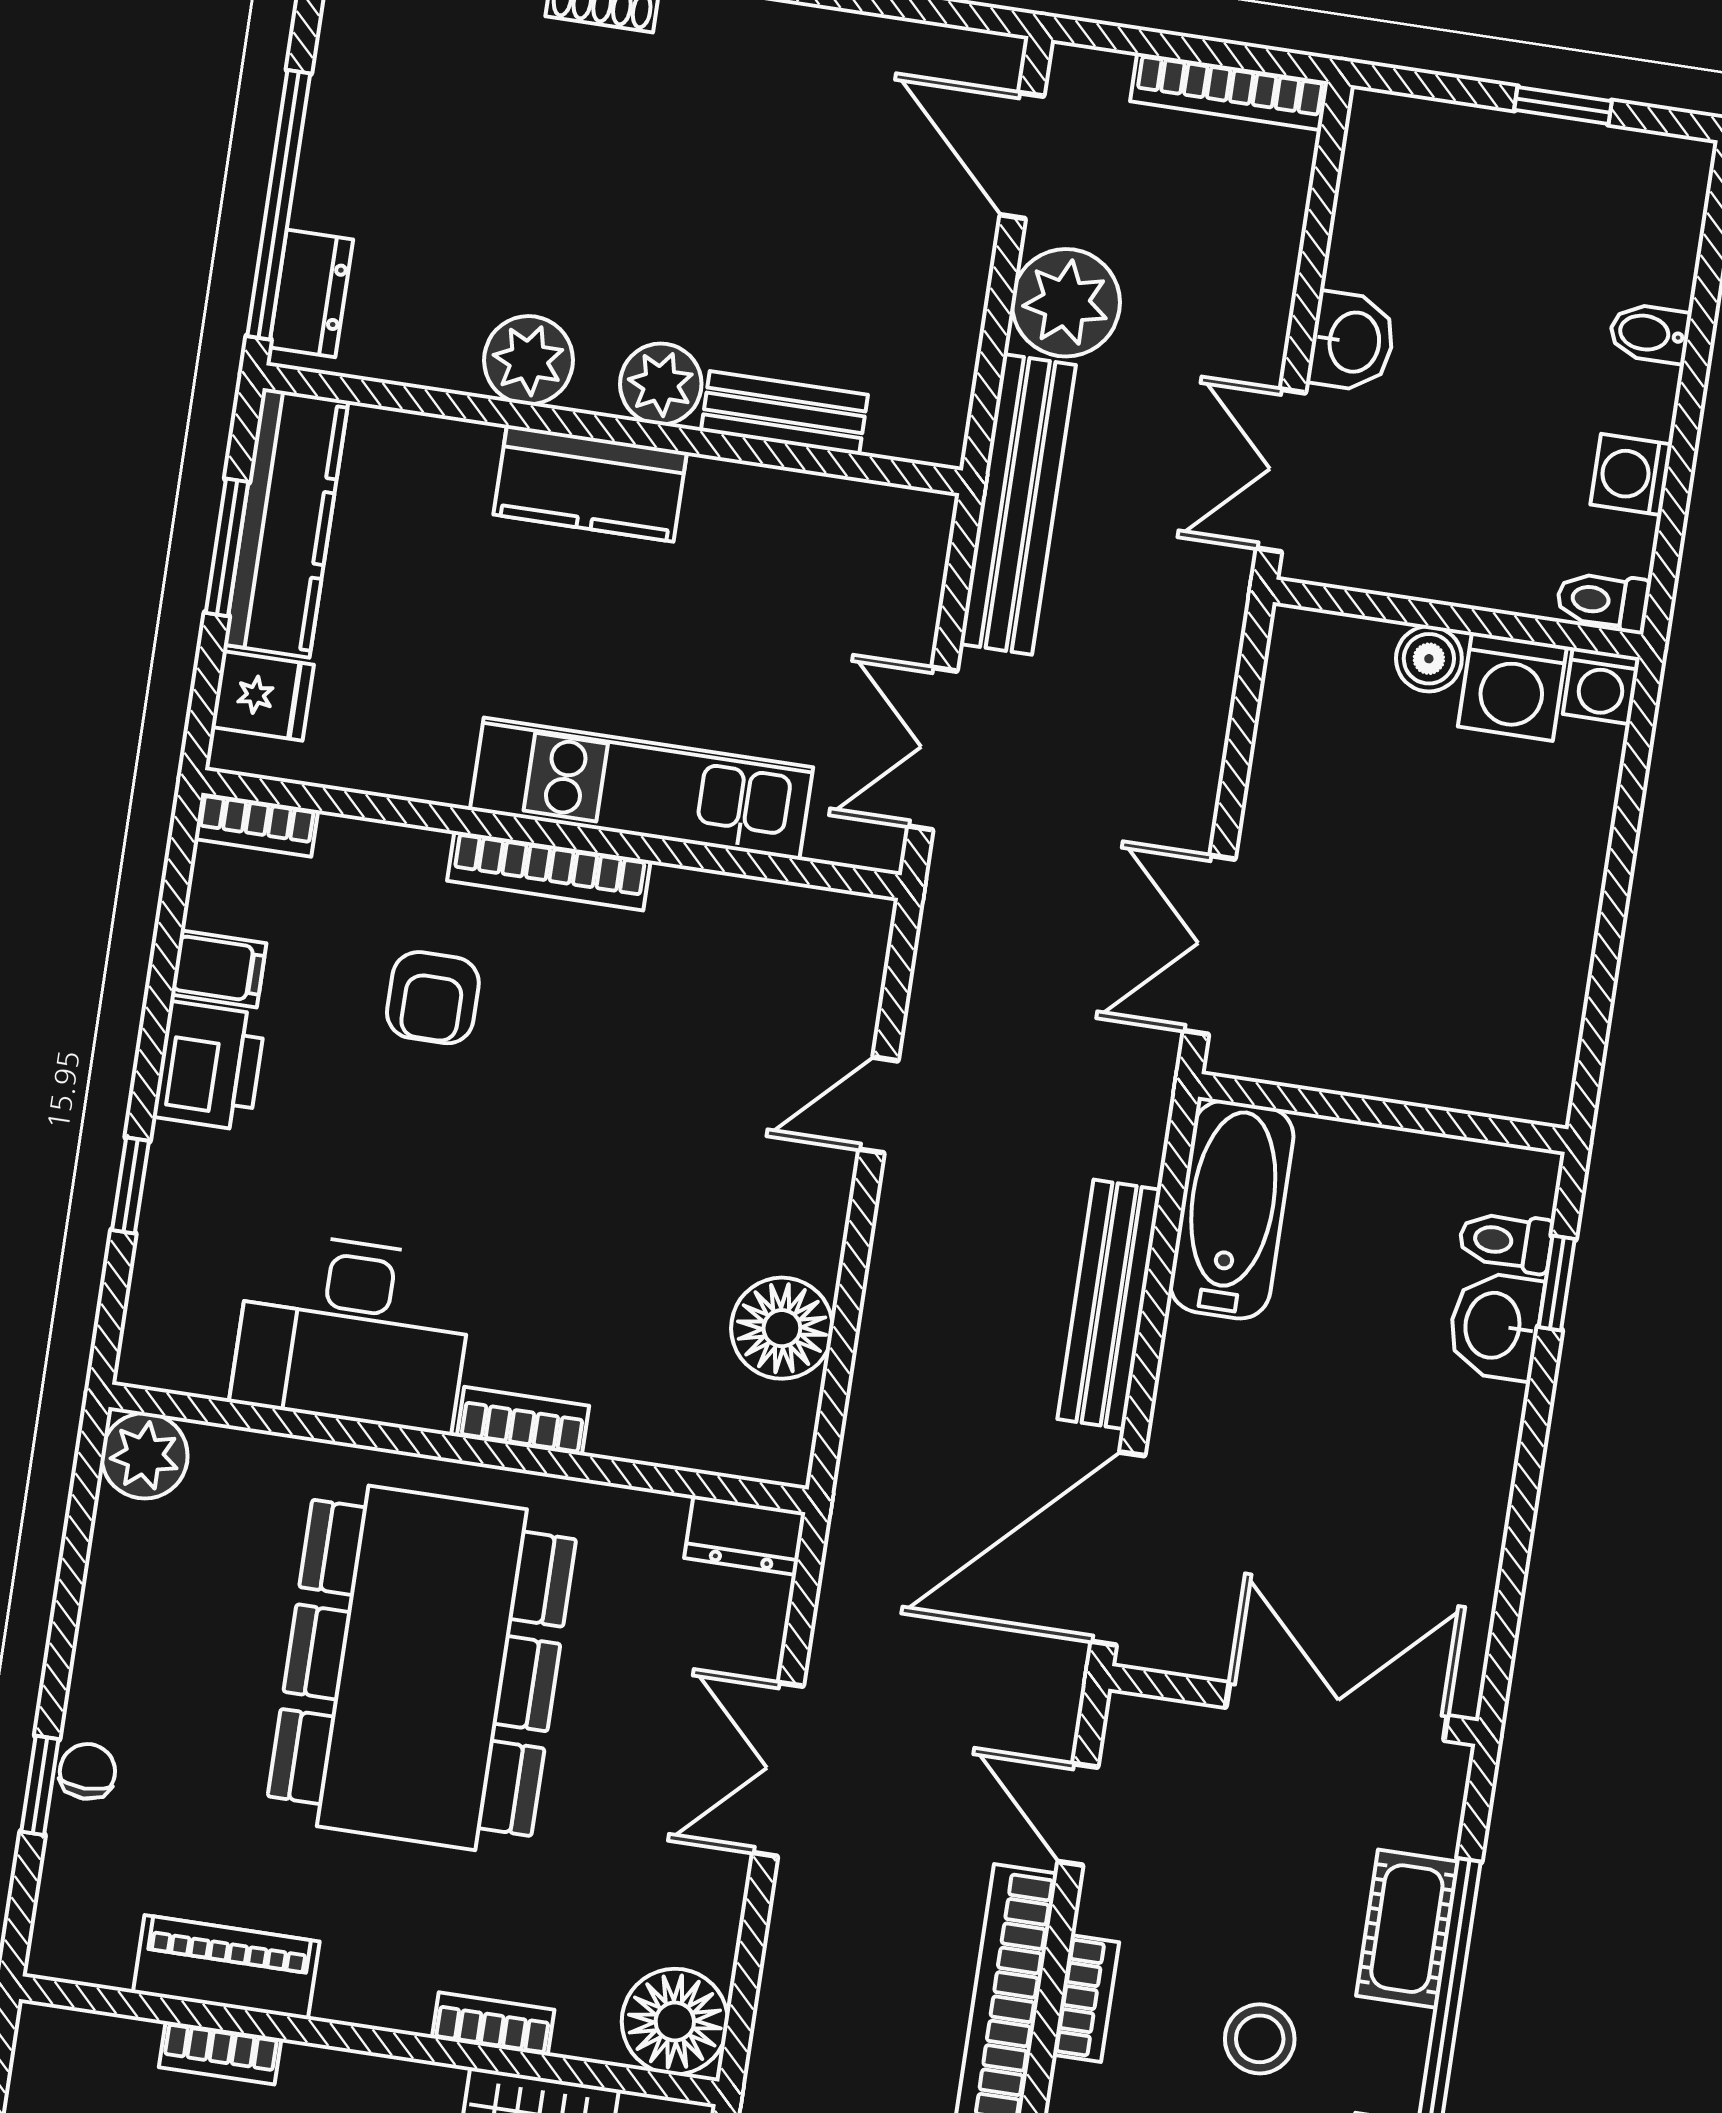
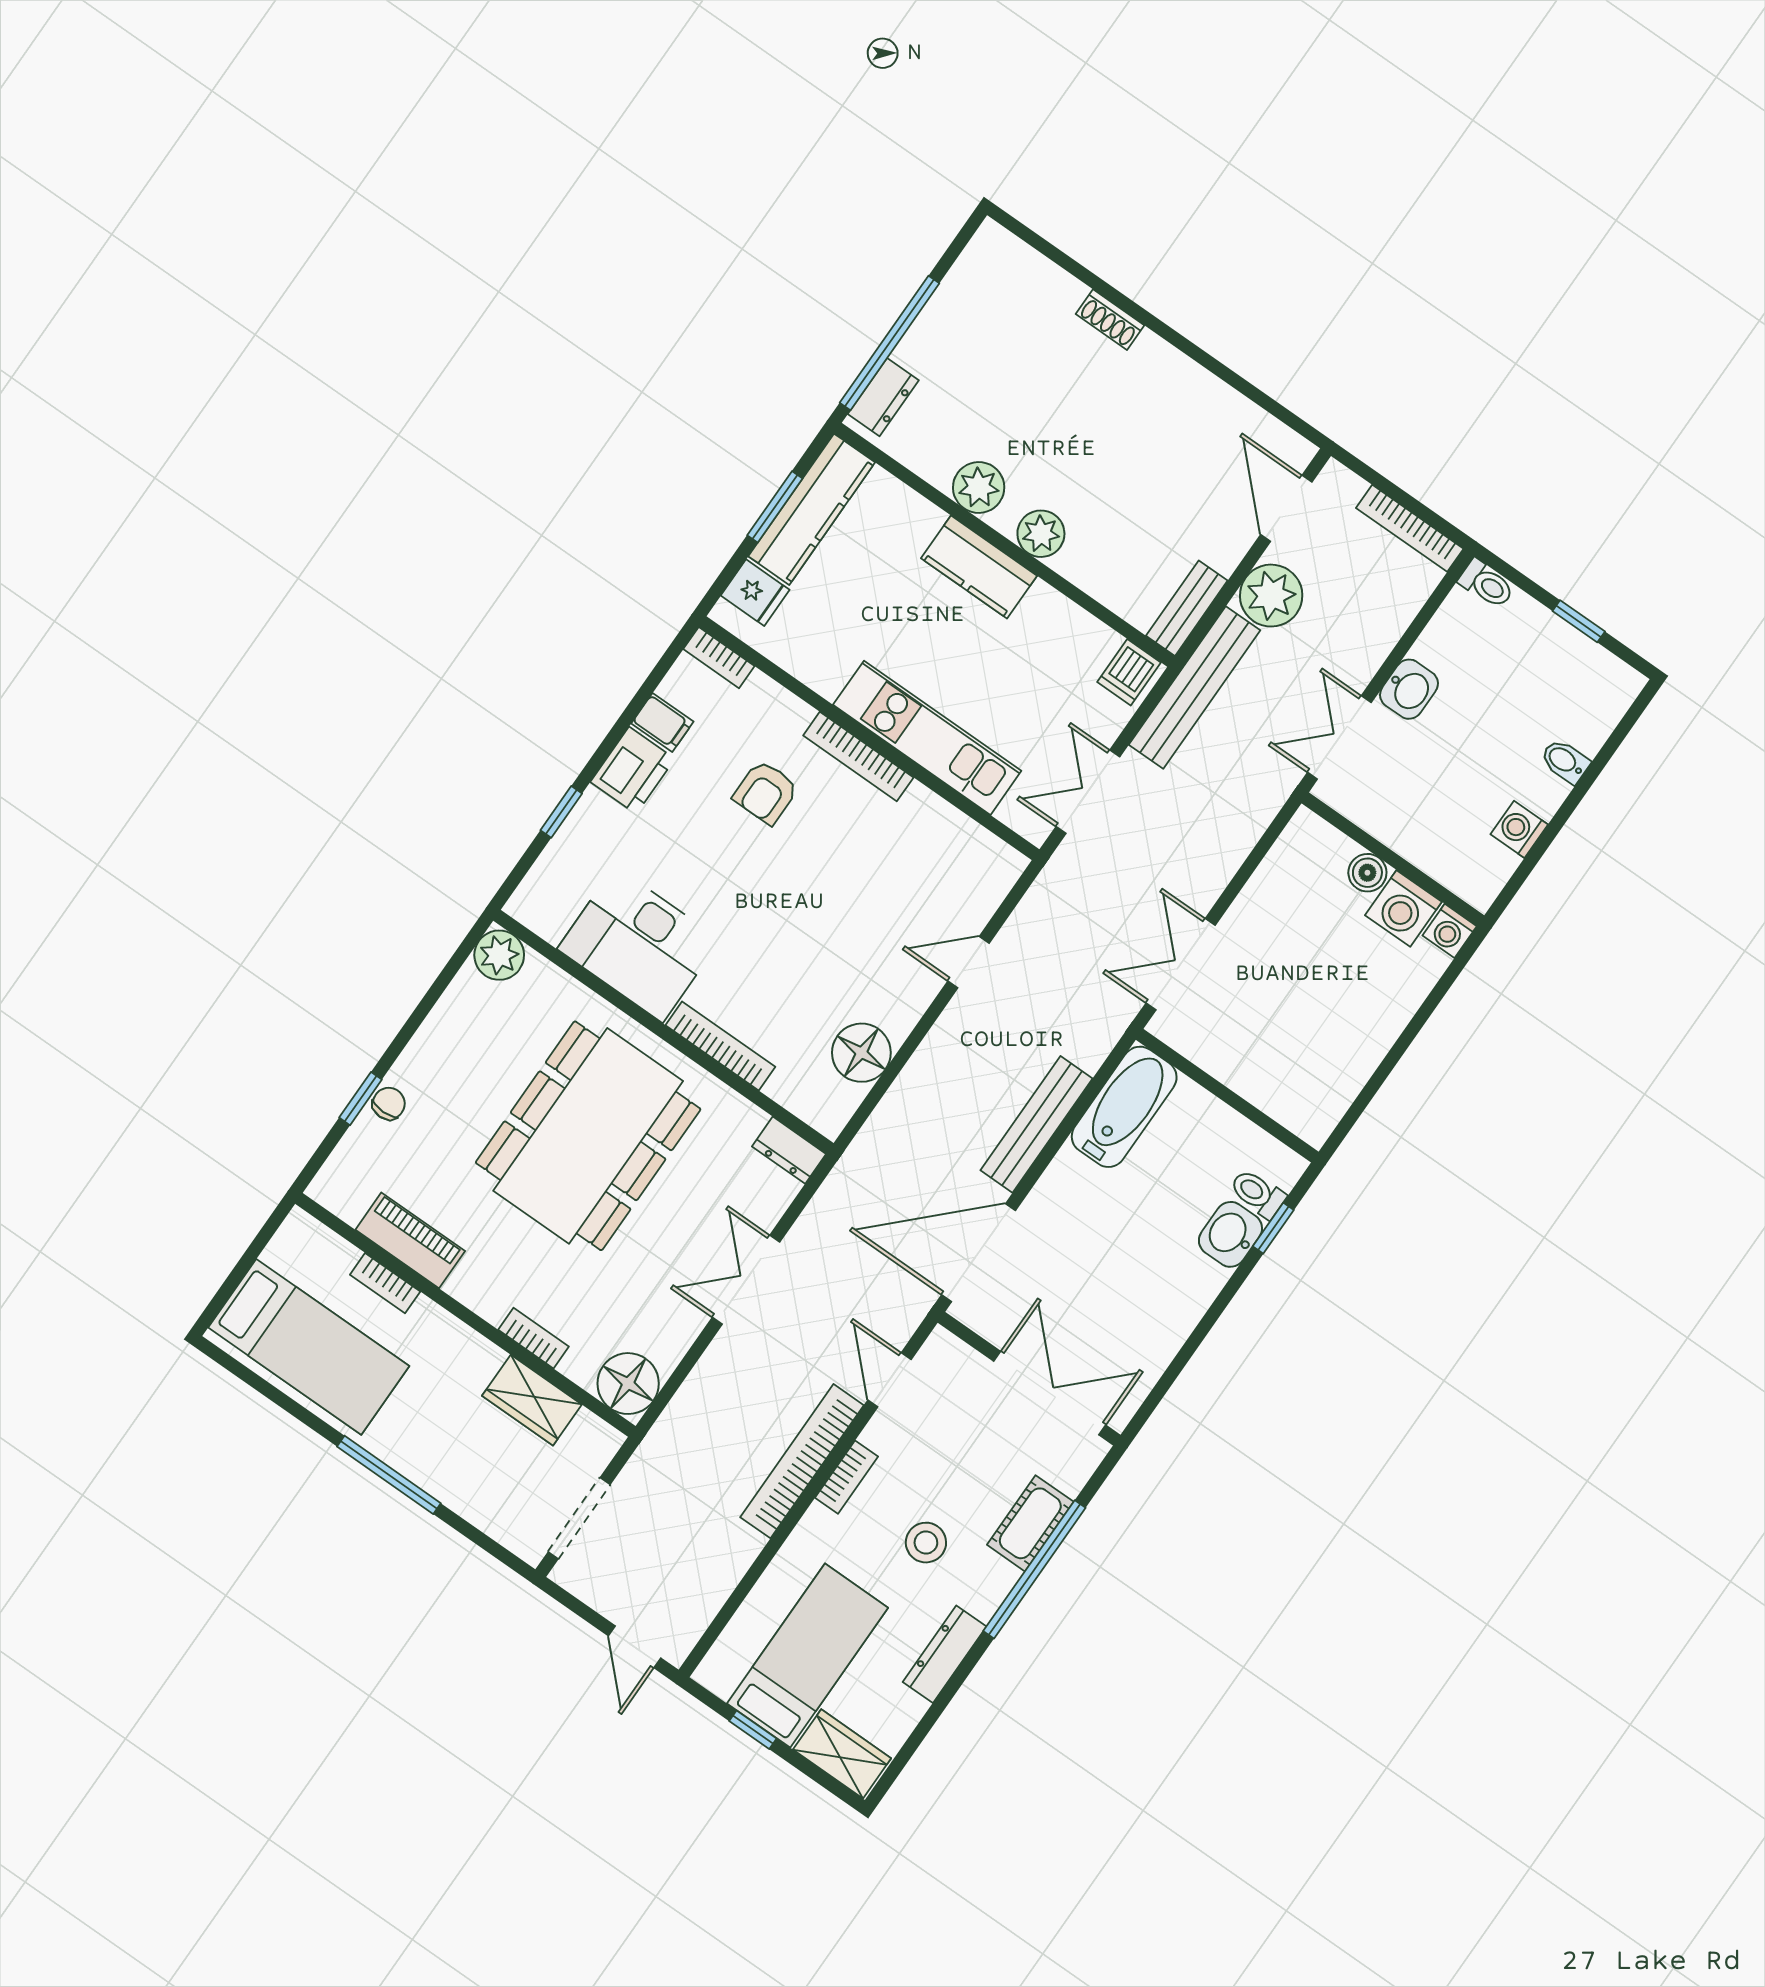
bench: (784, 413) -> (1187, 608), moved, turned 90
dishwasher: (904, 531) -> (1129, 672), added
toilet: (1603, 601) -> (1486, 584), moved, turned 180
bookcase: (523, 1421) -> (720, 1046), width x1.56

